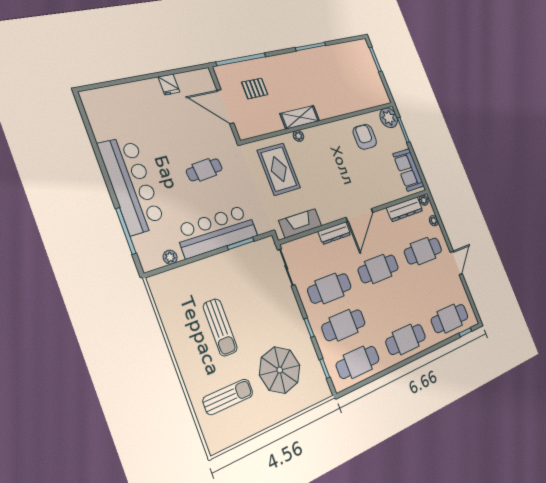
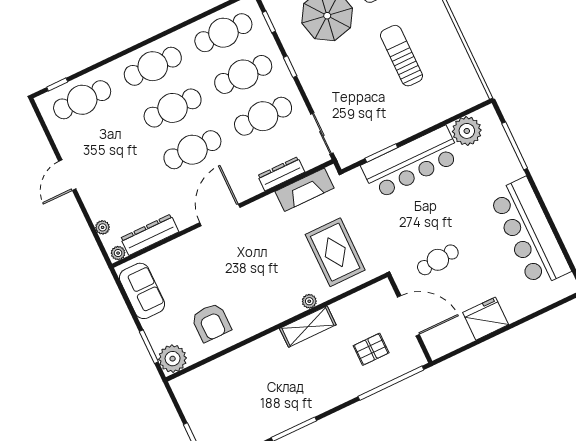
fridge: (169, 84) -> (486, 319), width x1.88, depth x1.34
cafe table: (204, 170) -> (438, 260), moved
bar counter: (132, 185) -> (530, 233), moved
dresser: (335, 233) -> (281, 174), moved
cafe table: (423, 251) -> (173, 108), moved
plant: (170, 257) -> (467, 131), width x1.87, depth x1.87

